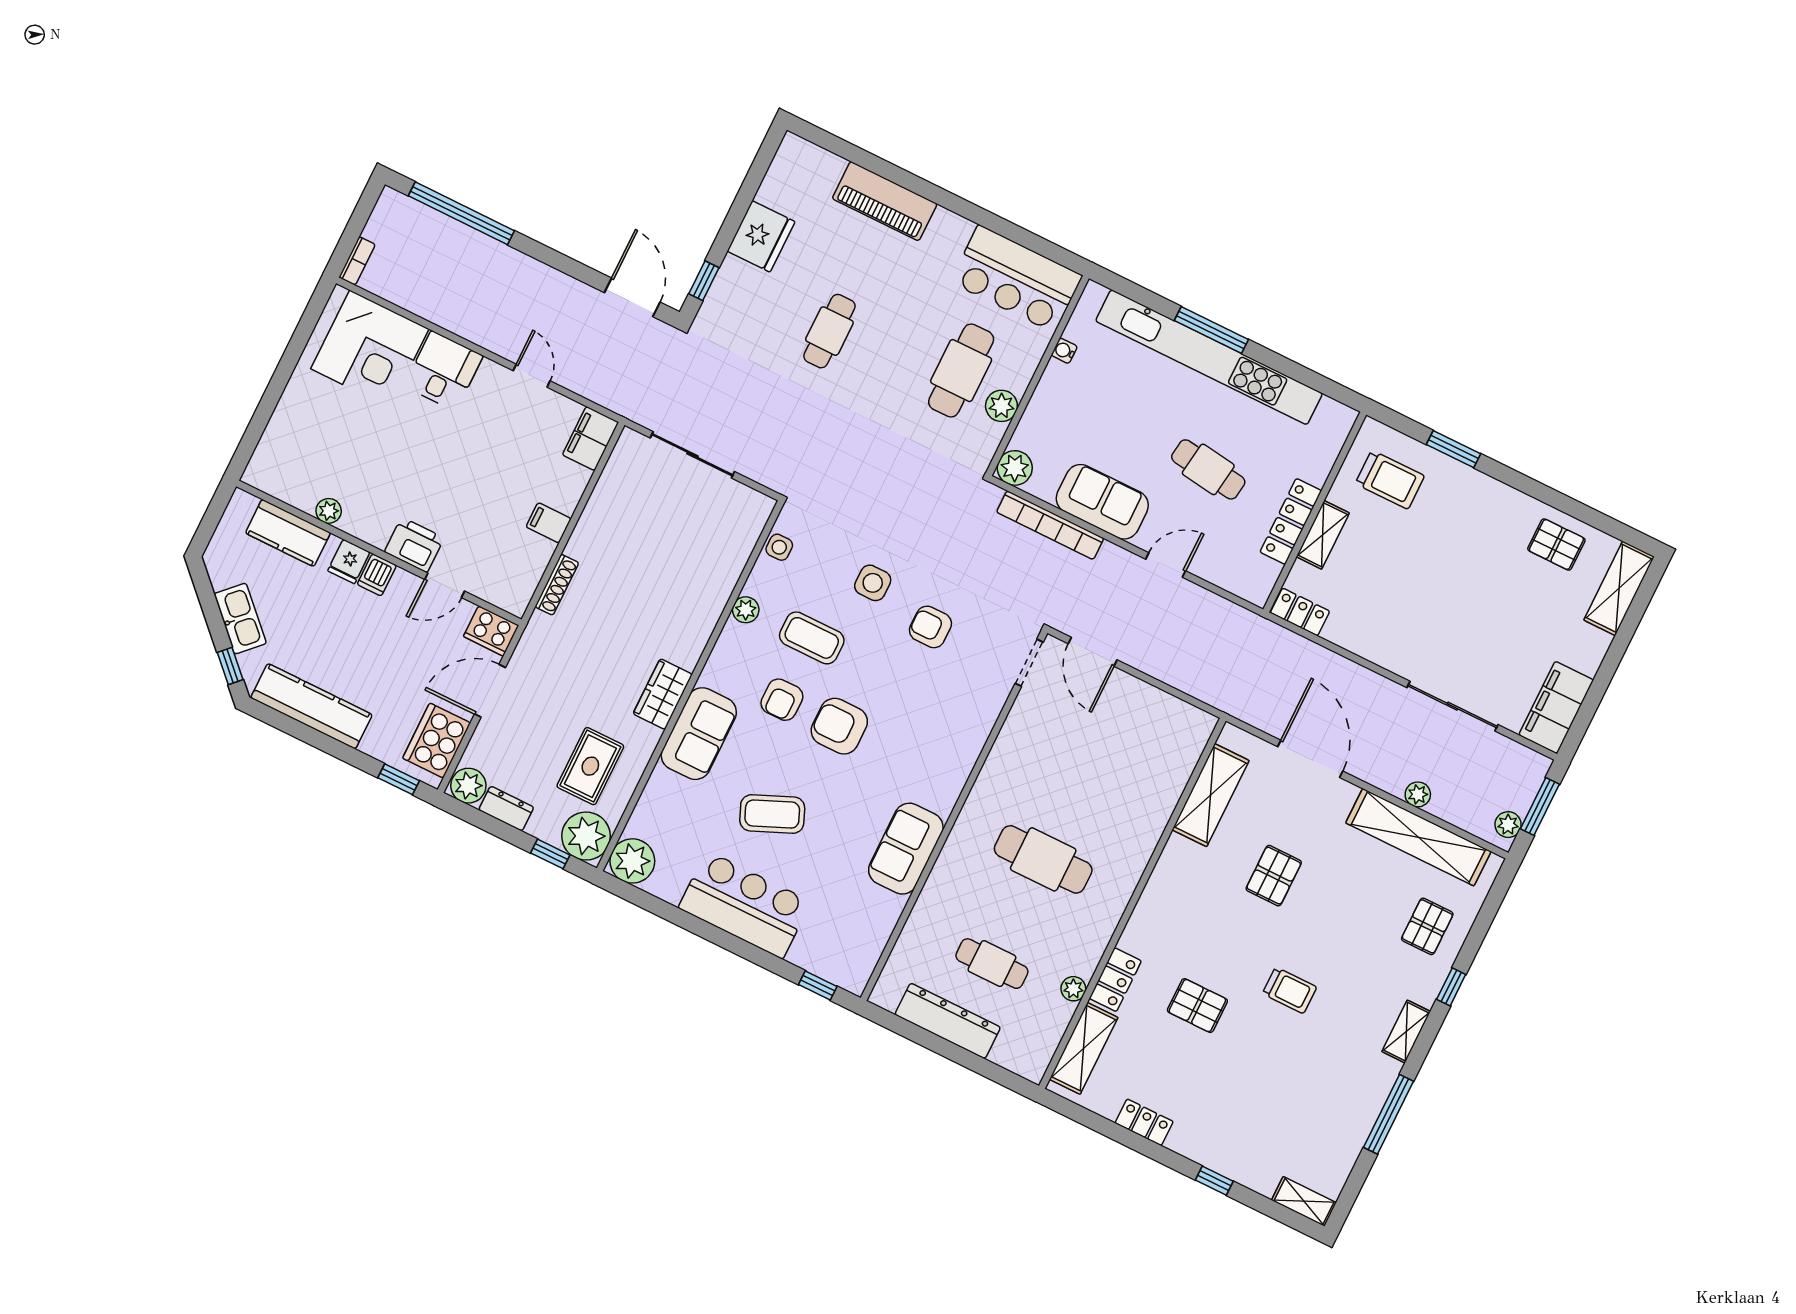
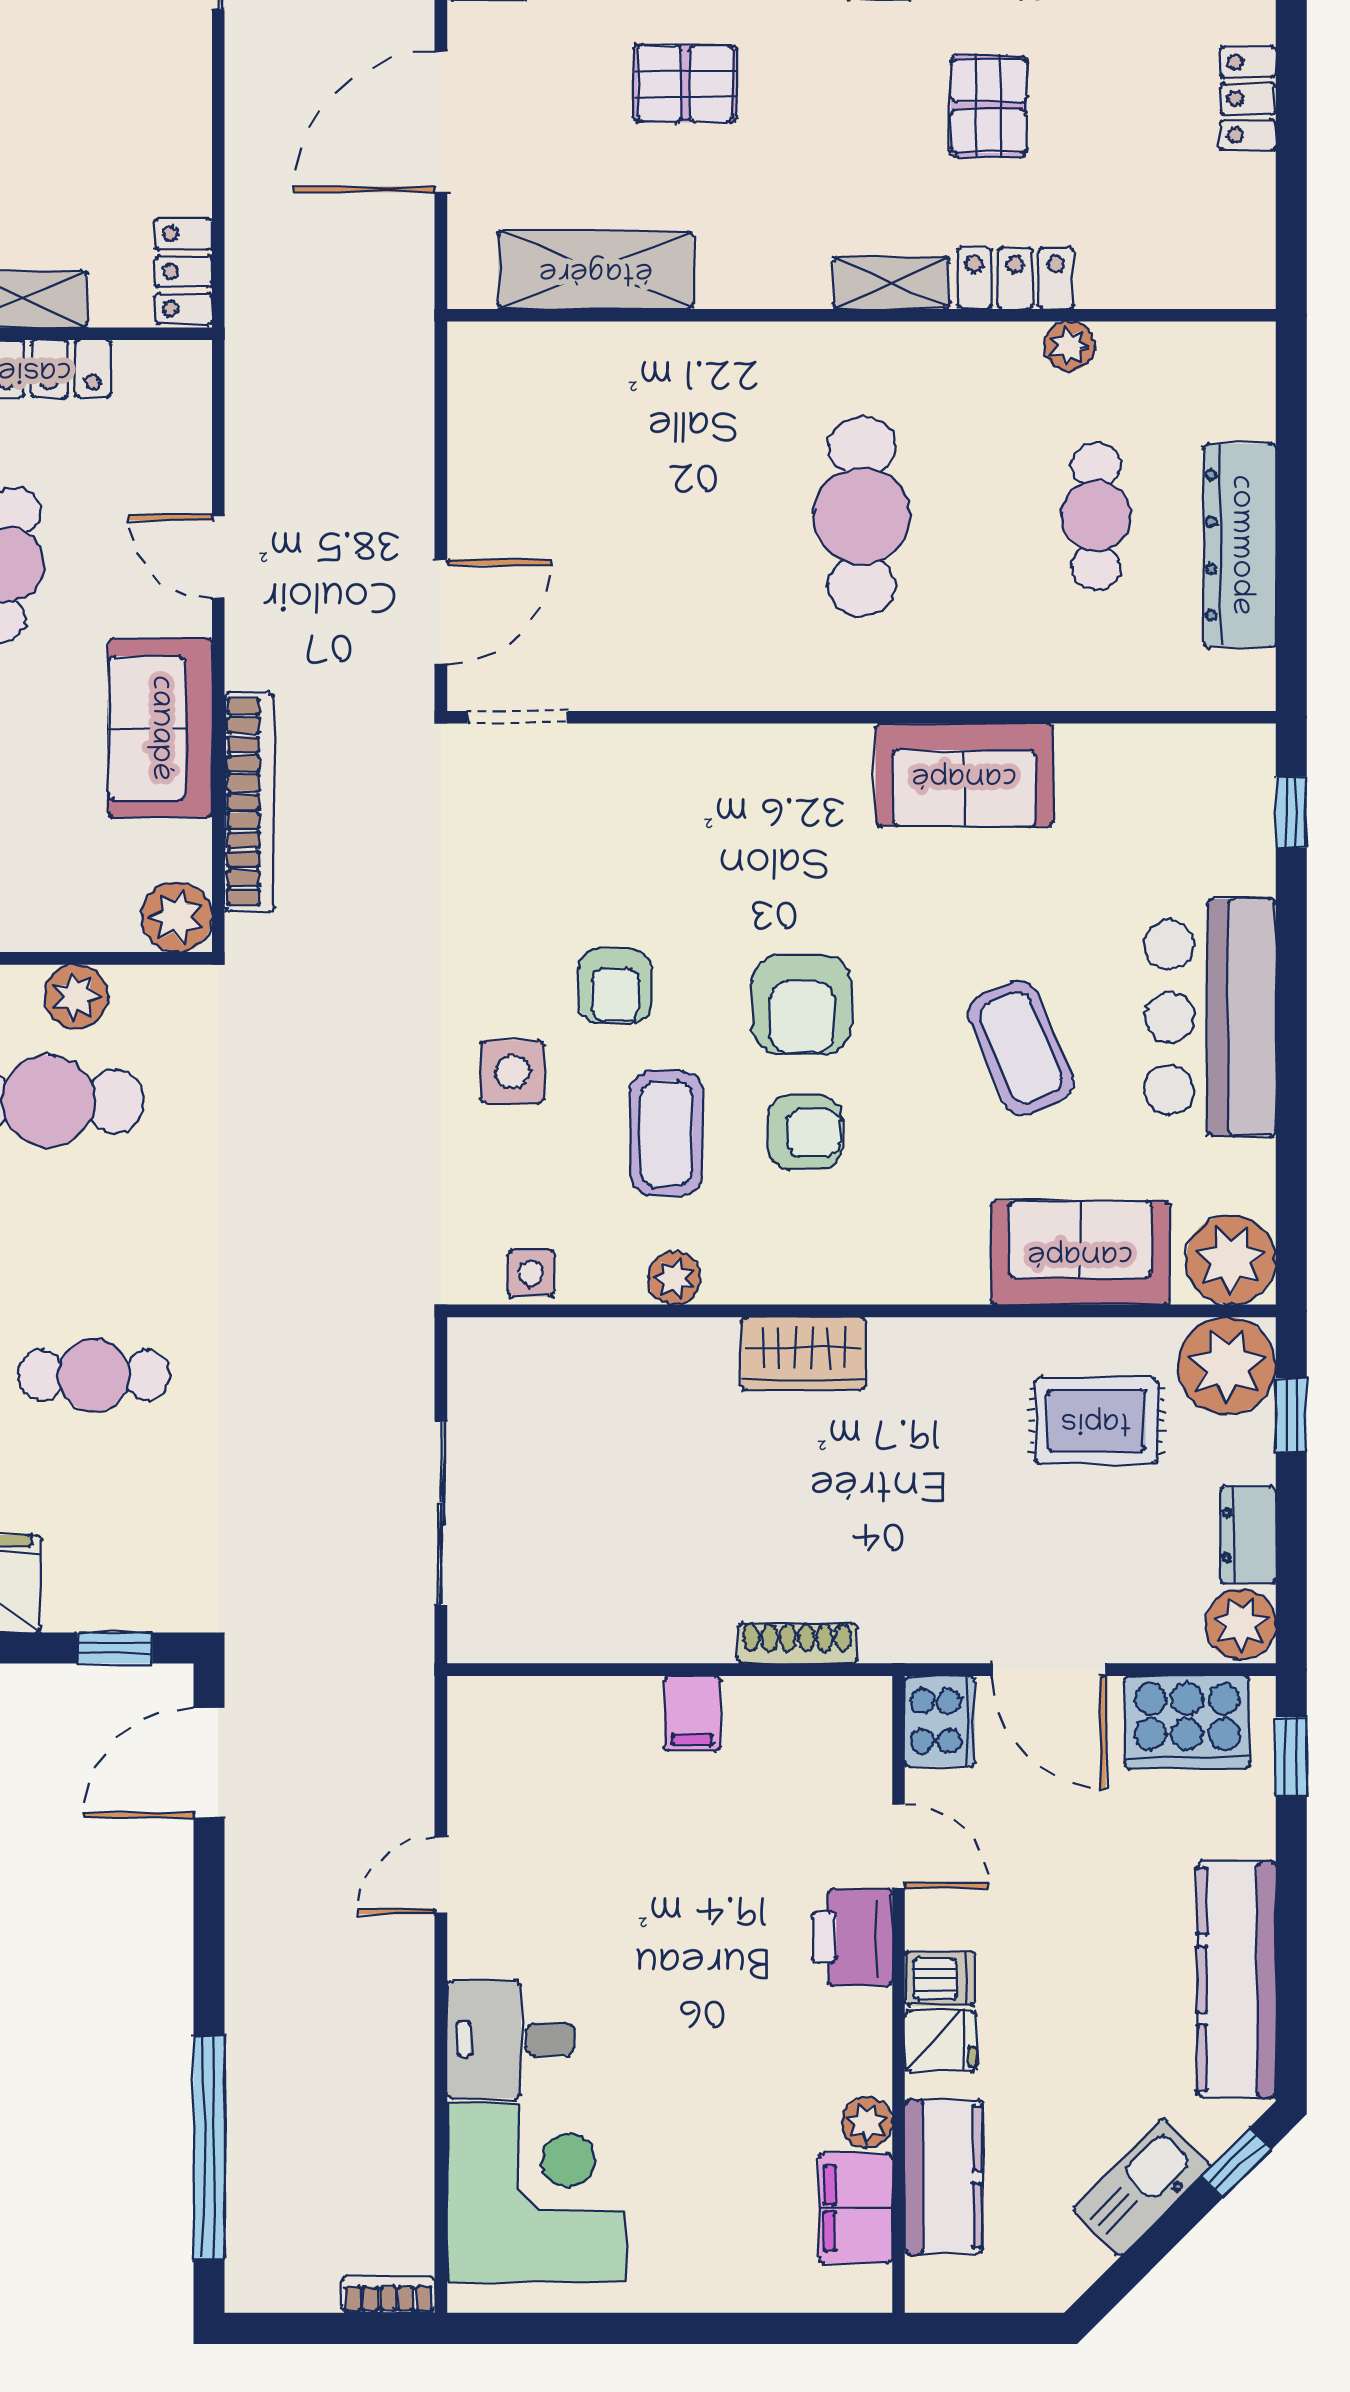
filing cabinet: (590, 439) -> (856, 2208), moved, turned 90
armchair: (930, 627) -> (615, 986), moved
wardrobe: (663, 694) -> (804, 1354), moved
sofa: (699, 734) -> (1080, 1253), moved
shelving: (1084, 1048) -> (891, 283), moved, width x0.67, depth x0.75

